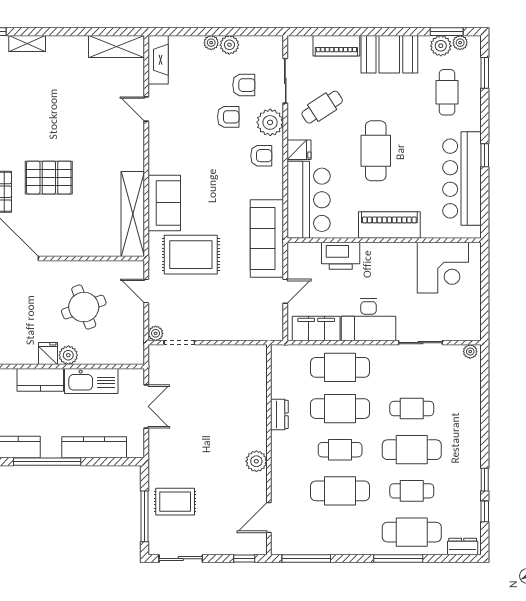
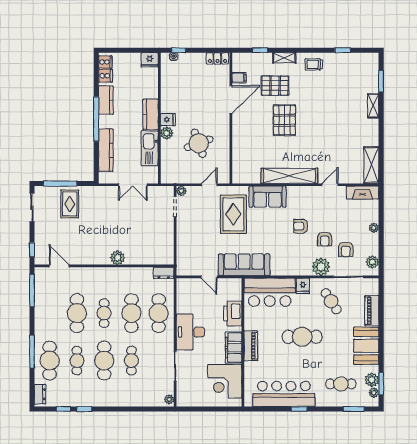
plant: (229, 45) -> (372, 262), moved
armchair: (261, 156) -> (301, 226), moved, turned 90
shelving: (133, 214) -> (289, 176), moved
piano: (389, 225) -> (251, 346), width x0.73, depth x0.75
filing cabinet: (316, 329) -> (234, 348), moved, turned 180
dresser: (279, 414) -> (164, 273), moved
plant: (256, 461) -> (118, 258), moved

